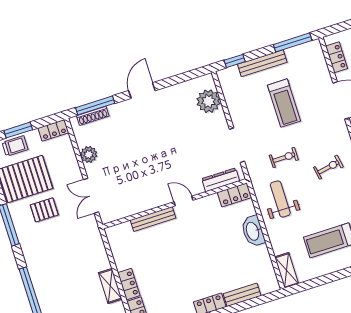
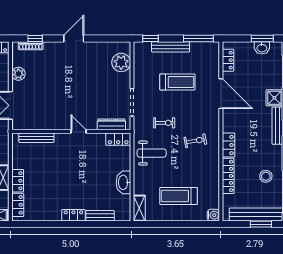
treadmill: (284, 103) -> (177, 82), turned -90
window: (95, 105) -> (35, 39), width x0.46
weight bench: (280, 199) -> (152, 153), turned 90
bench: (153, 219) -> (36, 138), moved
washbasin: (253, 231) -> (123, 182), moved

